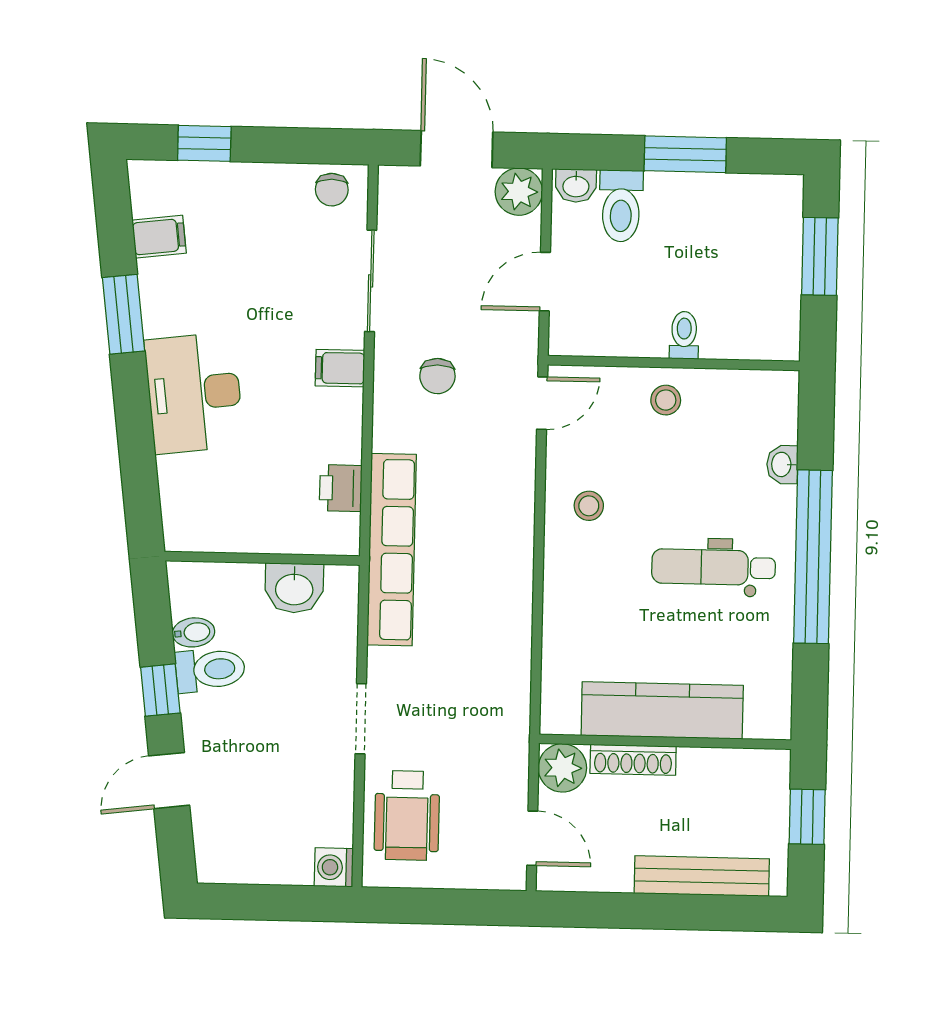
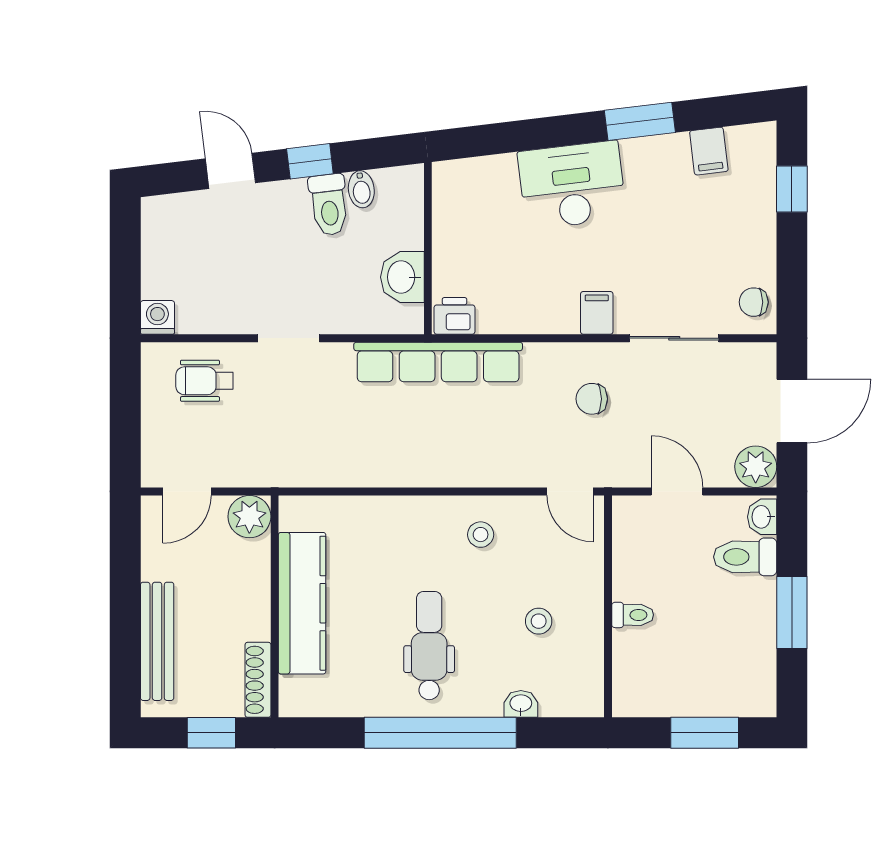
stool: (666, 400) -> (539, 621), moved
printer: (341, 488) -> (454, 316), moved
shoe rack: (633, 760) -> (258, 680), moved
wheelchair: (407, 815) -> (205, 381), width x0.73, depth x0.73

